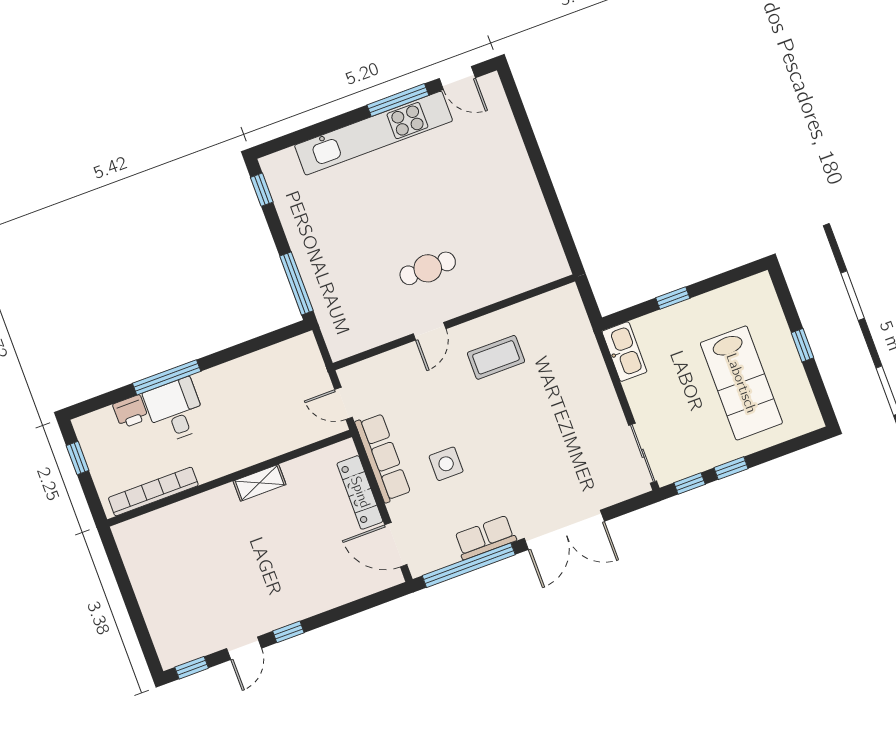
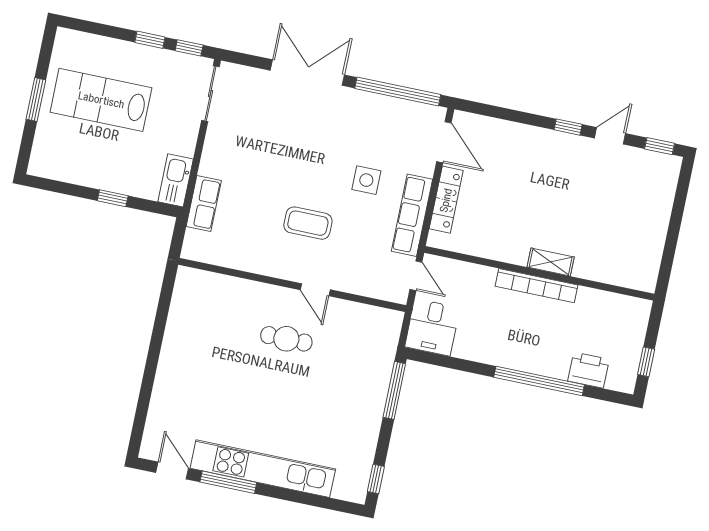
door: (430, 331) -> (315, 290), swing flipped
window: (803, 345) -> (36, 100), width x1.50
coffee table: (496, 357) -> (308, 223), moved
window: (167, 377) -> (539, 381), width x1.46
lab bench: (741, 383) -> (101, 100), turned -90
desk: (175, 410) -> (432, 327), moved
printer: (131, 412) -> (588, 370), width x1.36, depth x1.24
shelving: (260, 483) -> (551, 262), moved
bookcase: (153, 492) -> (537, 286), moved
row of seats: (485, 538) -> (204, 203), moved, turned -90

